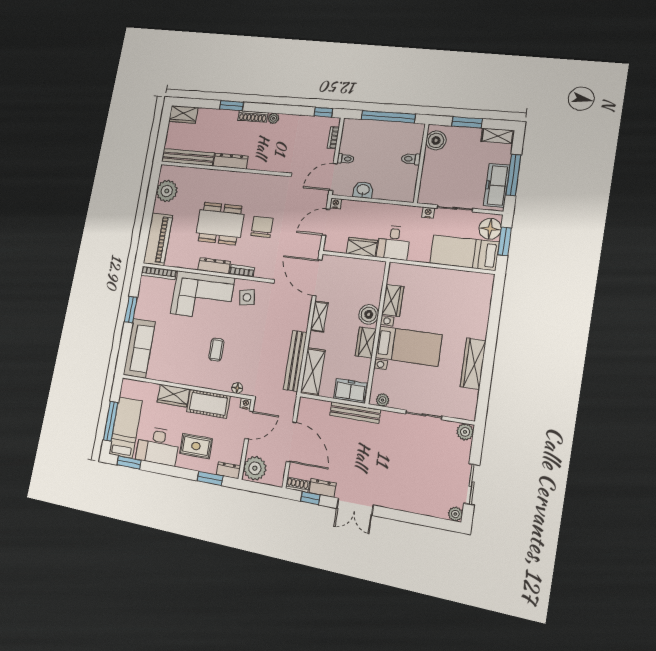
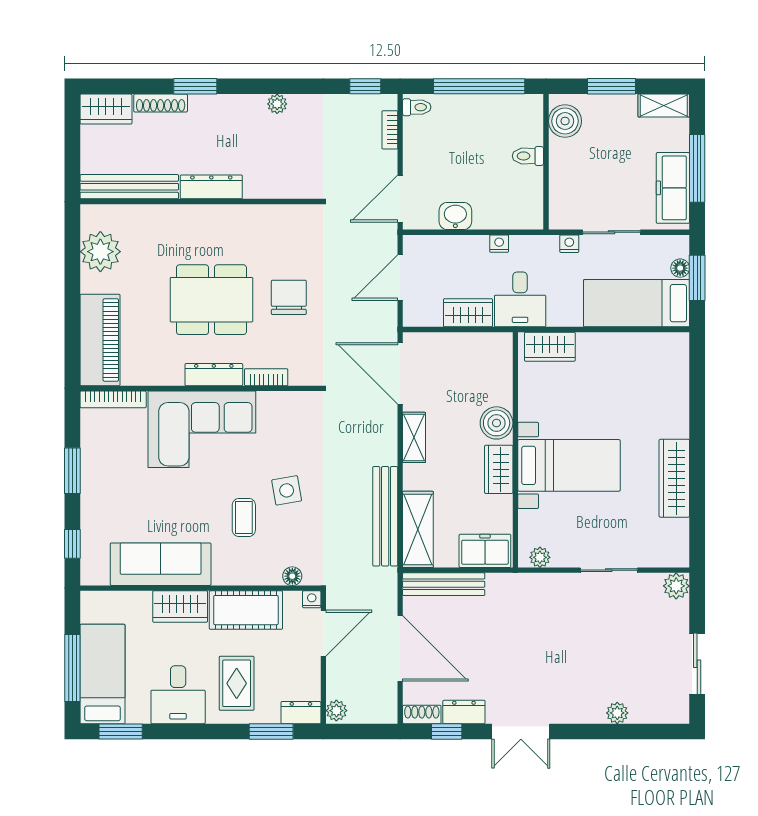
shoe rack: (253, 116) -> (161, 103), moved
toilet: (345, 159) -> (417, 107), moved
nightstand: (336, 203) -> (499, 244), moved
floor lamp: (490, 229) -> (680, 268), width x0.53, depth x0.53
side table: (247, 297) -> (287, 490), moved
wardrobe: (393, 300) -> (550, 347), moved, turned 90
sofa: (139, 348) -> (161, 564), moved, turned -90
window: (123, 351) -> (72, 544), added
bench: (355, 413) -> (444, 584), moved
desk: (158, 446) -> (178, 695), width x0.73
rug: (196, 446) -> (237, 683), turned 90
plant: (255, 468) -> (336, 711), width x0.53, depth x0.53
plant: (455, 514) -> (617, 713), moved

